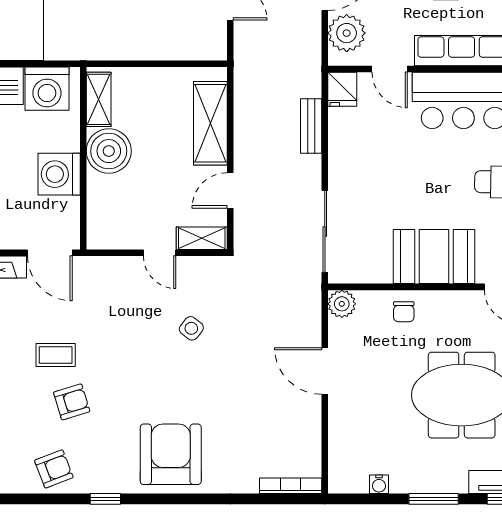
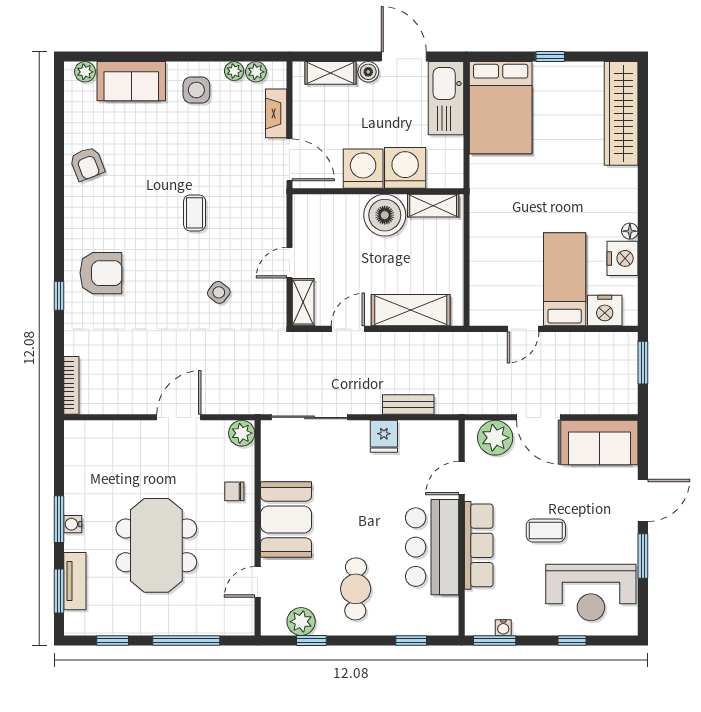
washing machine: (47, 89) -> (405, 168), moved, turned 90
fridge: (342, 89) -> (384, 436), moved, turned -90
door: (230, 190) -> (348, 329), hinge flipped
door: (50, 253) -> (290, 160), swing flipped
coffee table: (56, 355) -> (195, 213), moved
armchair: (72, 402) -> (150, 180), removed
armchair: (171, 454) -> (101, 273), width x0.73, depth x0.73
water cooler: (379, 484) -> (73, 524), moved
window: (105, 499) -> (59, 296), moved

